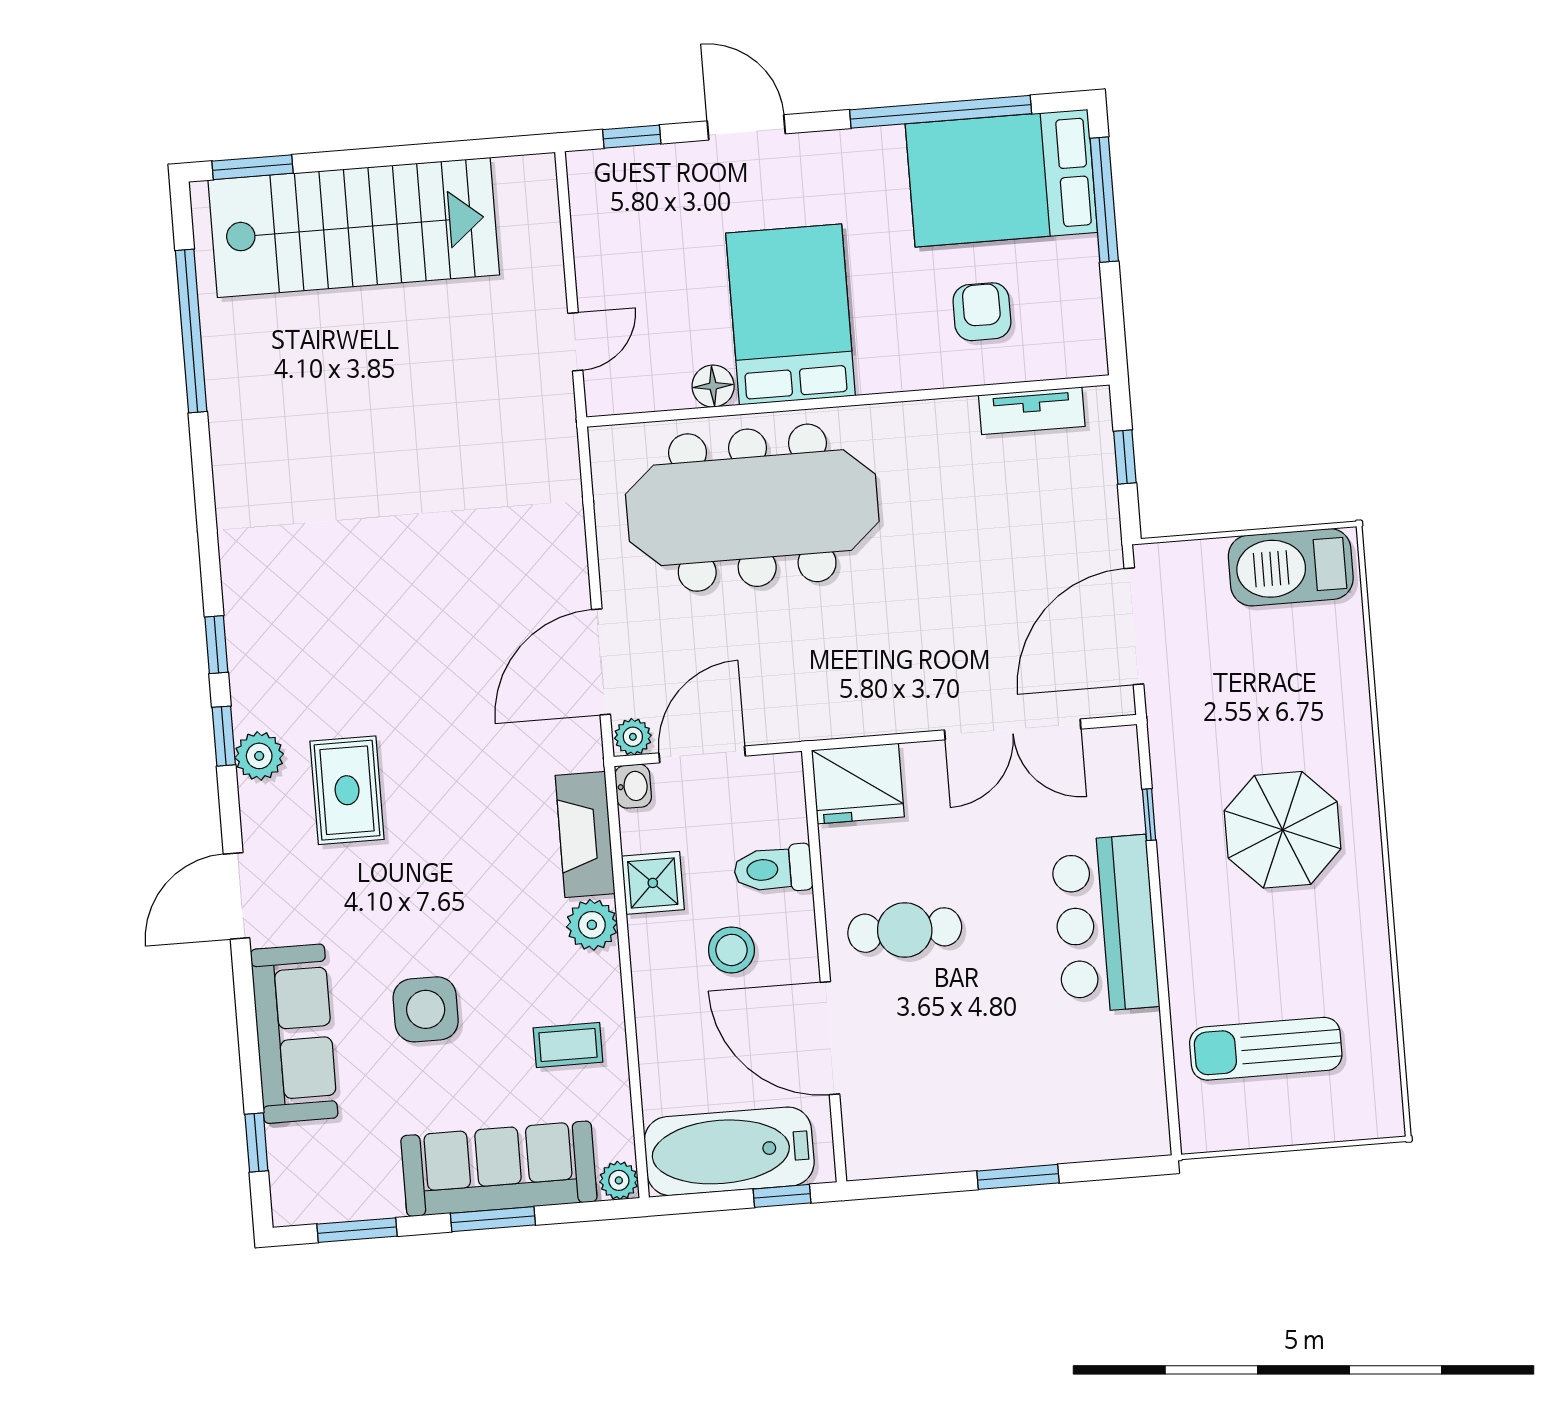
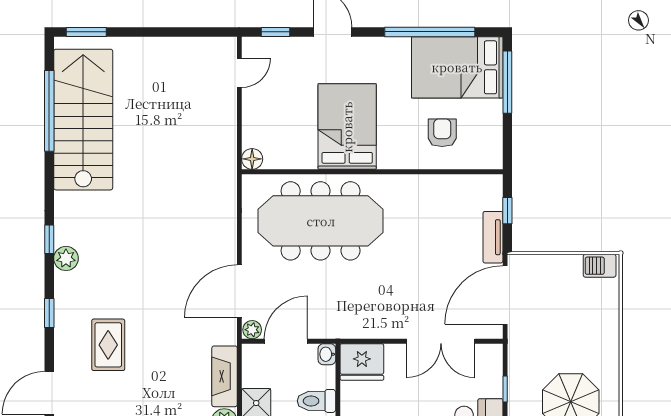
stairs: (354, 227) -> (83, 120), moved, turned -90
door: (575, 342) -> (239, 73), moved
floor lamp: (713, 386) -> (252, 159), moved
tv unit: (1032, 411) -> (493, 237), moved, turned 90
barbecue: (1291, 567) -> (600, 266), width x0.53, depth x0.65
window: (216, 645) -> (49, 239), moved
plant: (259, 756) -> (66, 258), moved
washbasin: (633, 786) -> (327, 354), moved, turned 180

